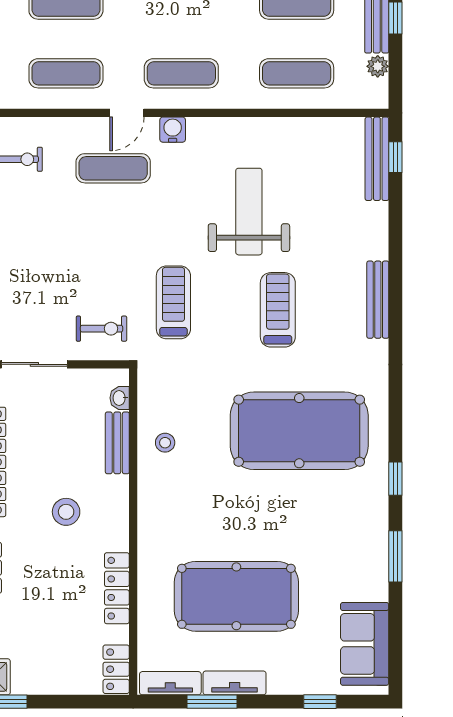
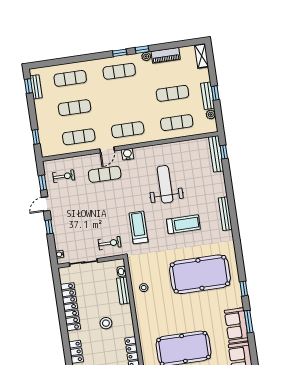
treadmill: (278, 310) -> (183, 224), turned 90
sofa: (366, 561) -> (236, 325), added

